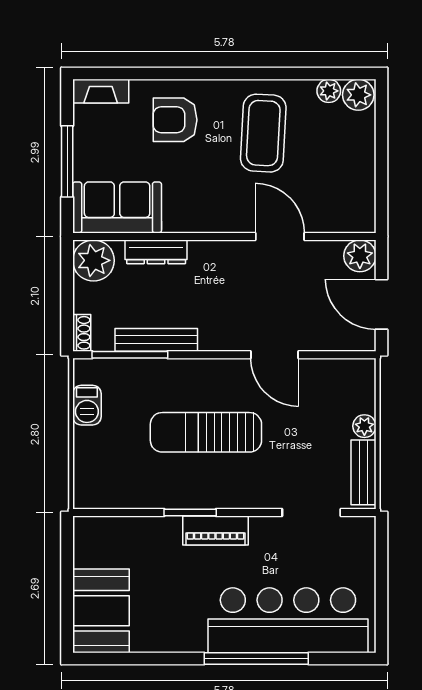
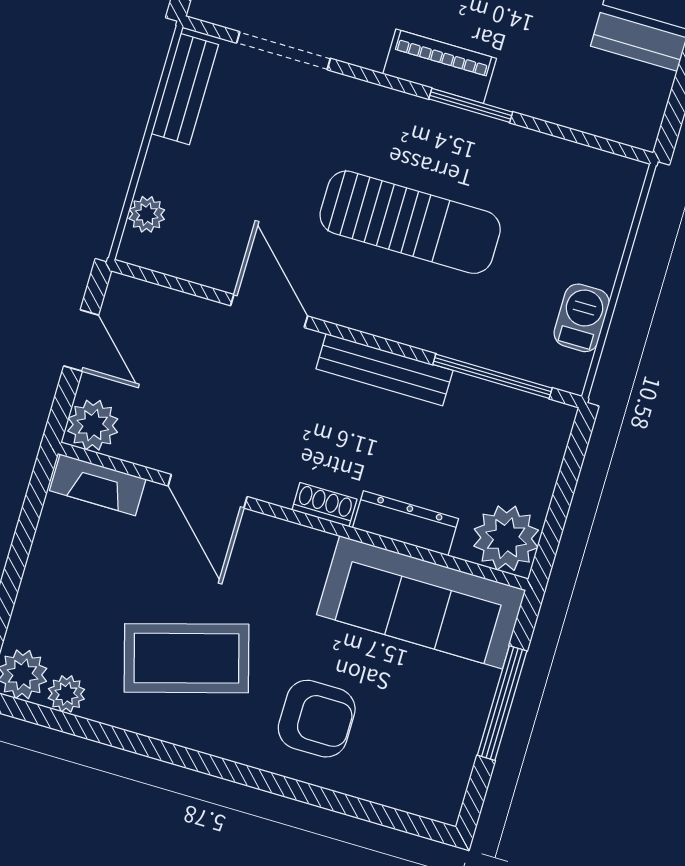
fireplace: (101, 91) -> (98, 485), moved, turned 180
coffee table: (263, 133) -> (186, 658), turned 71
sofa: (117, 207) -> (421, 602), width x1.36
door: (382, 304) -> (81, 340), width x0.73
shoe rack: (82, 333) -> (324, 505), moved, turned 90
bench: (156, 340) -> (384, 370), moved
plant: (364, 426) -> (147, 214), moved

